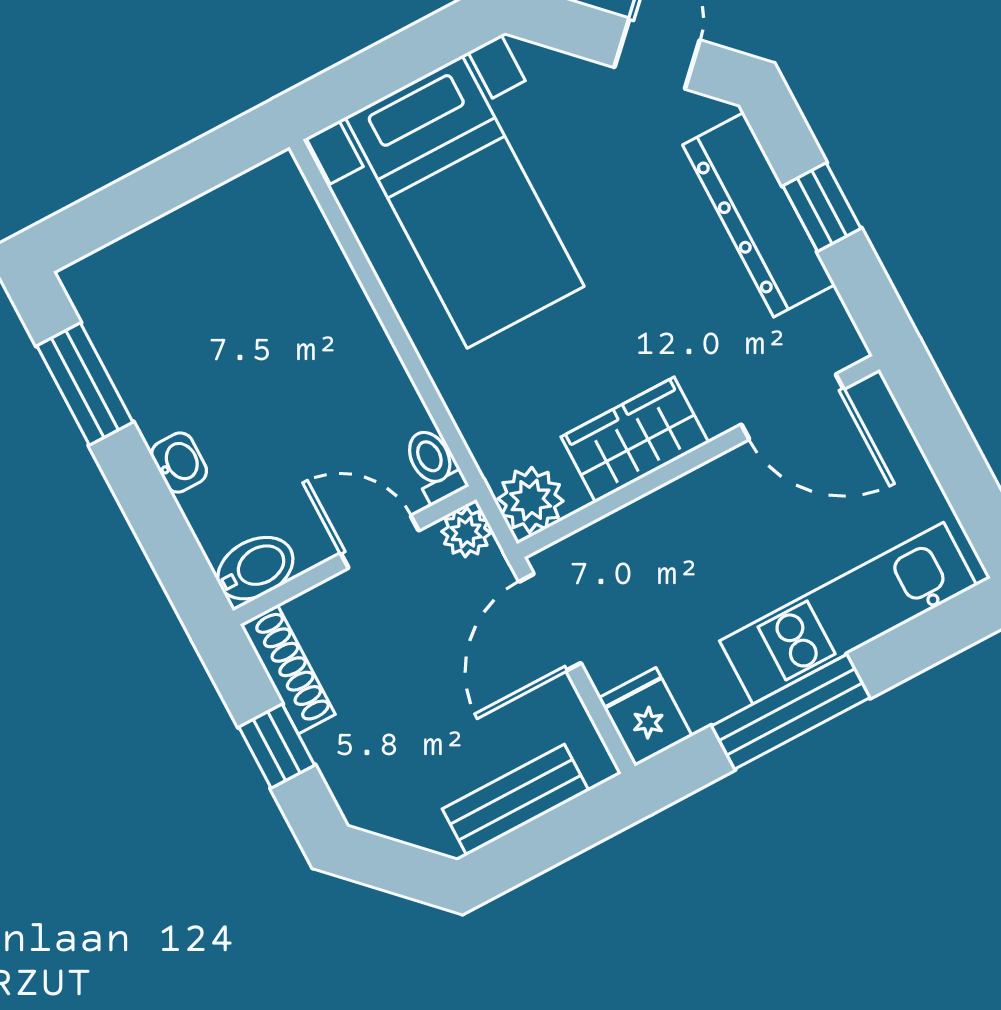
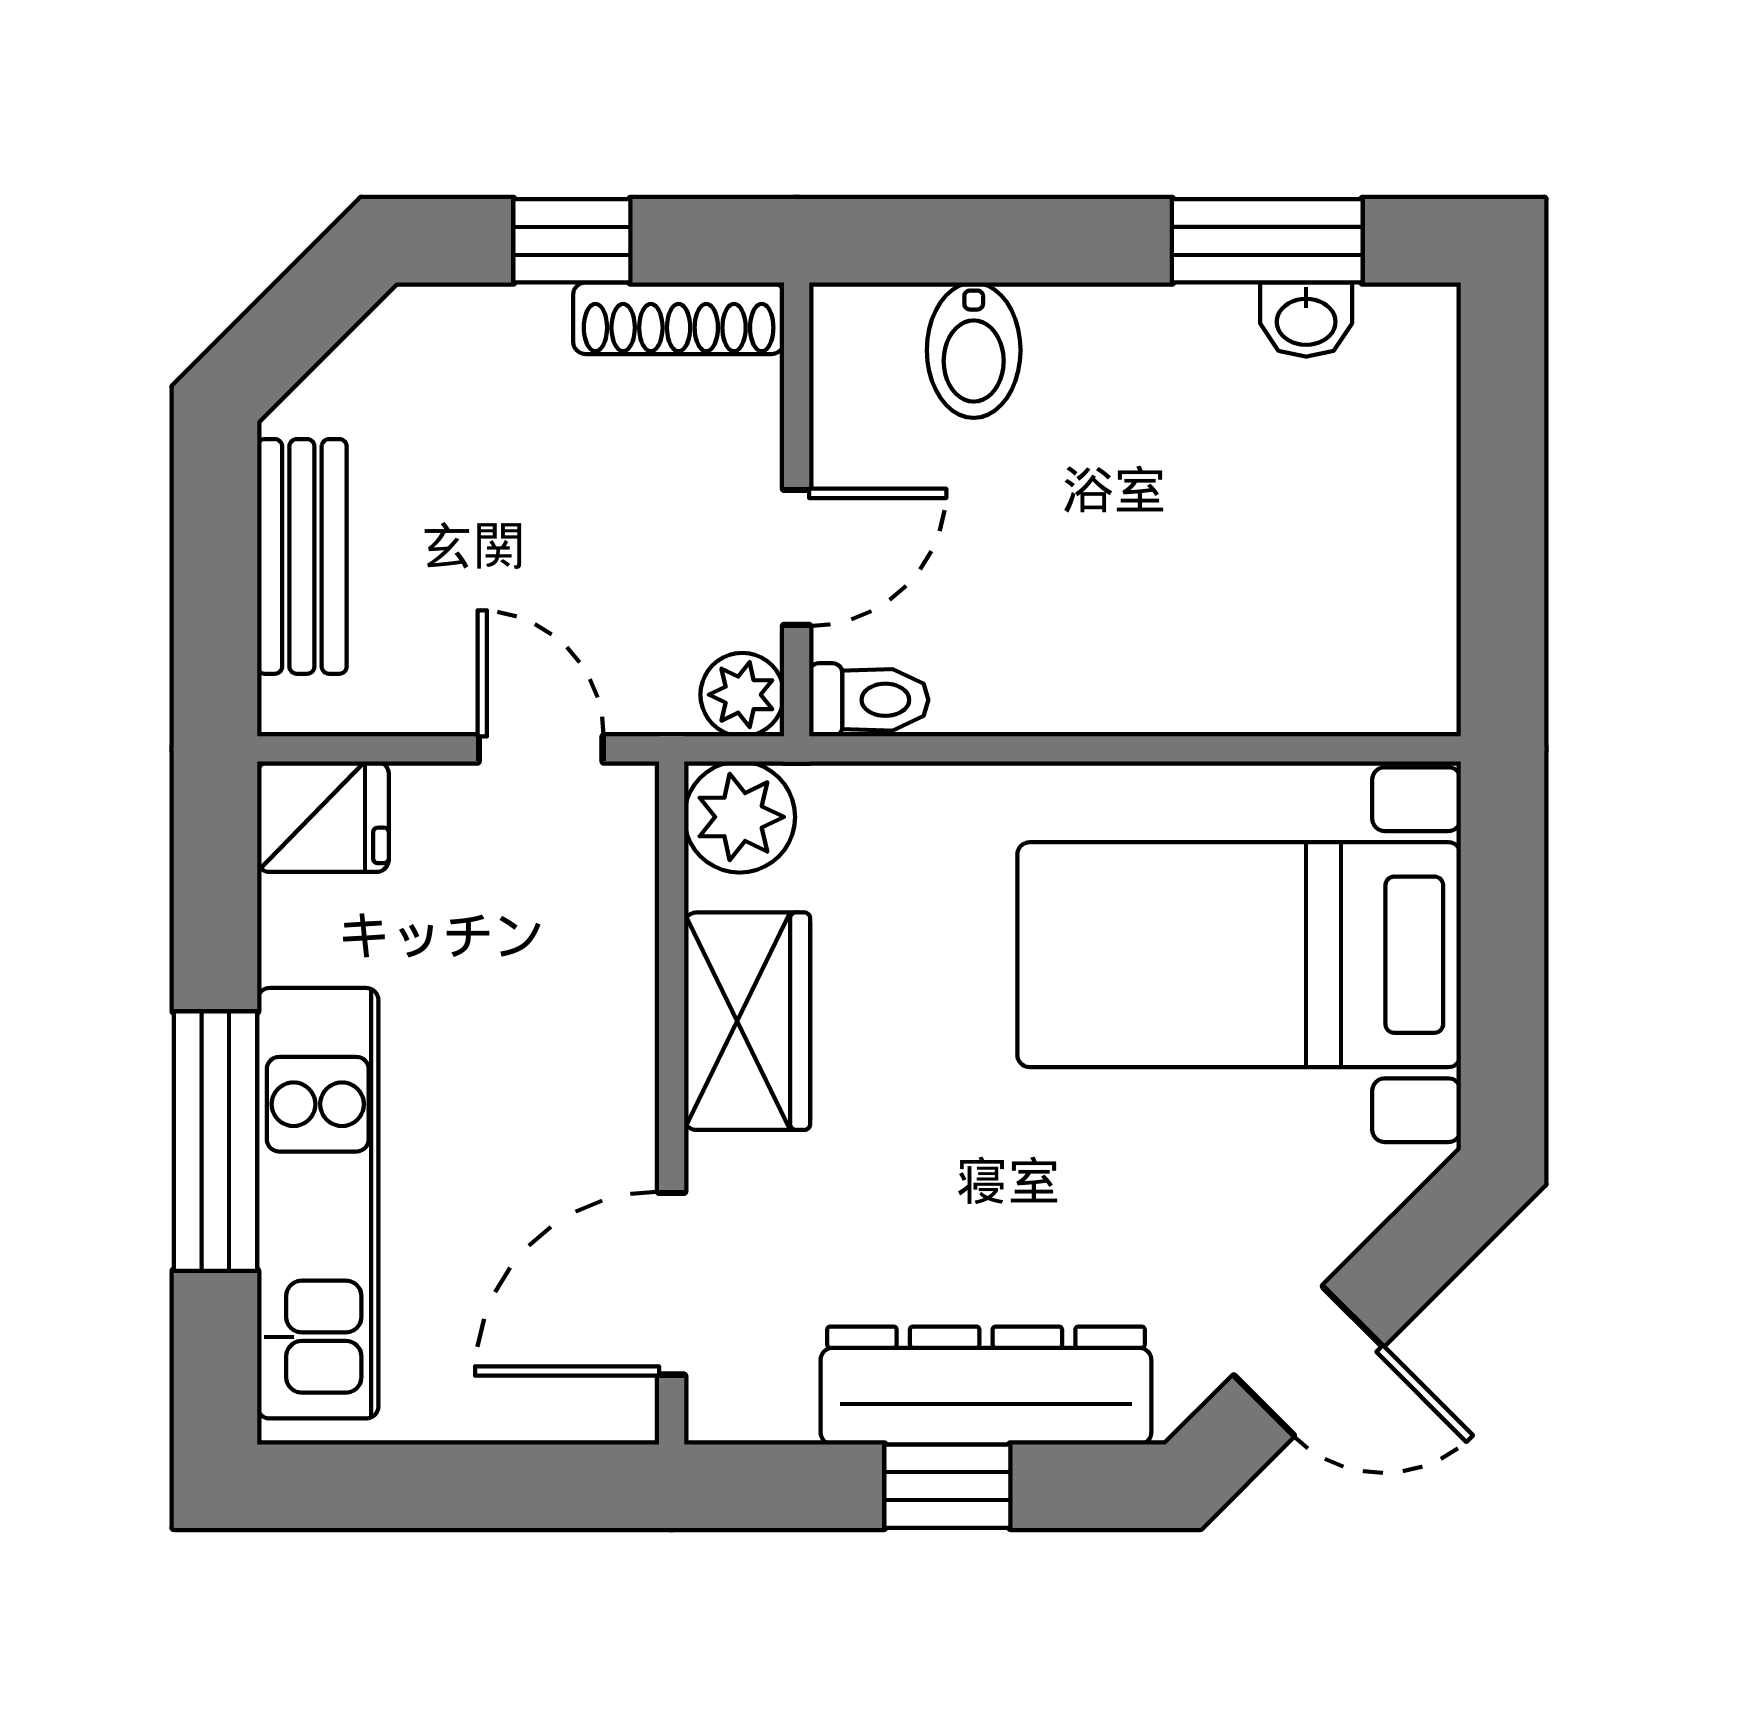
washbasin: (179, 463) -> (1306, 320), moved
bidet: (255, 568) -> (974, 350), moved
door: (550, 622) -> (541, 749), width x0.73
window: (791, 712) -> (215, 1141), moved

